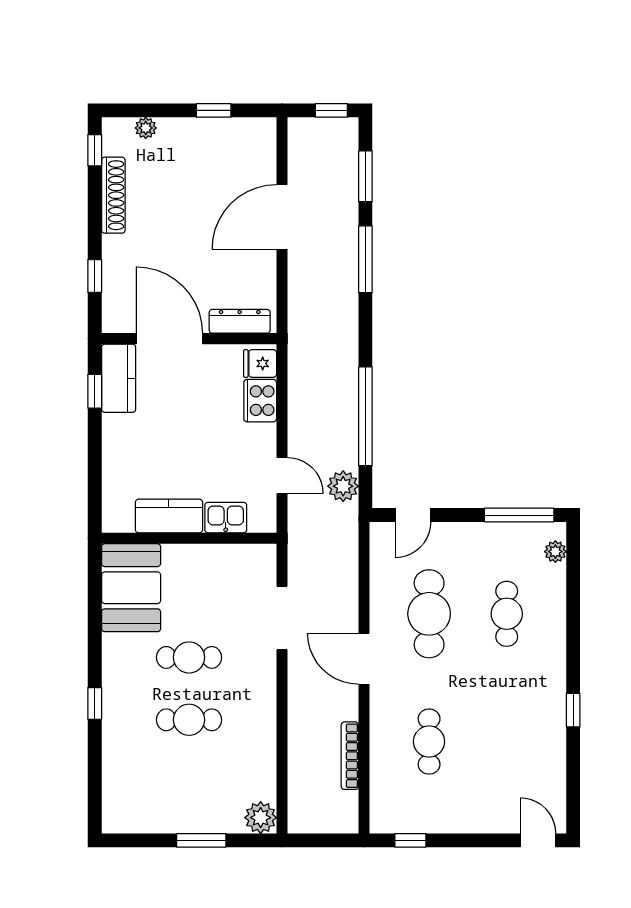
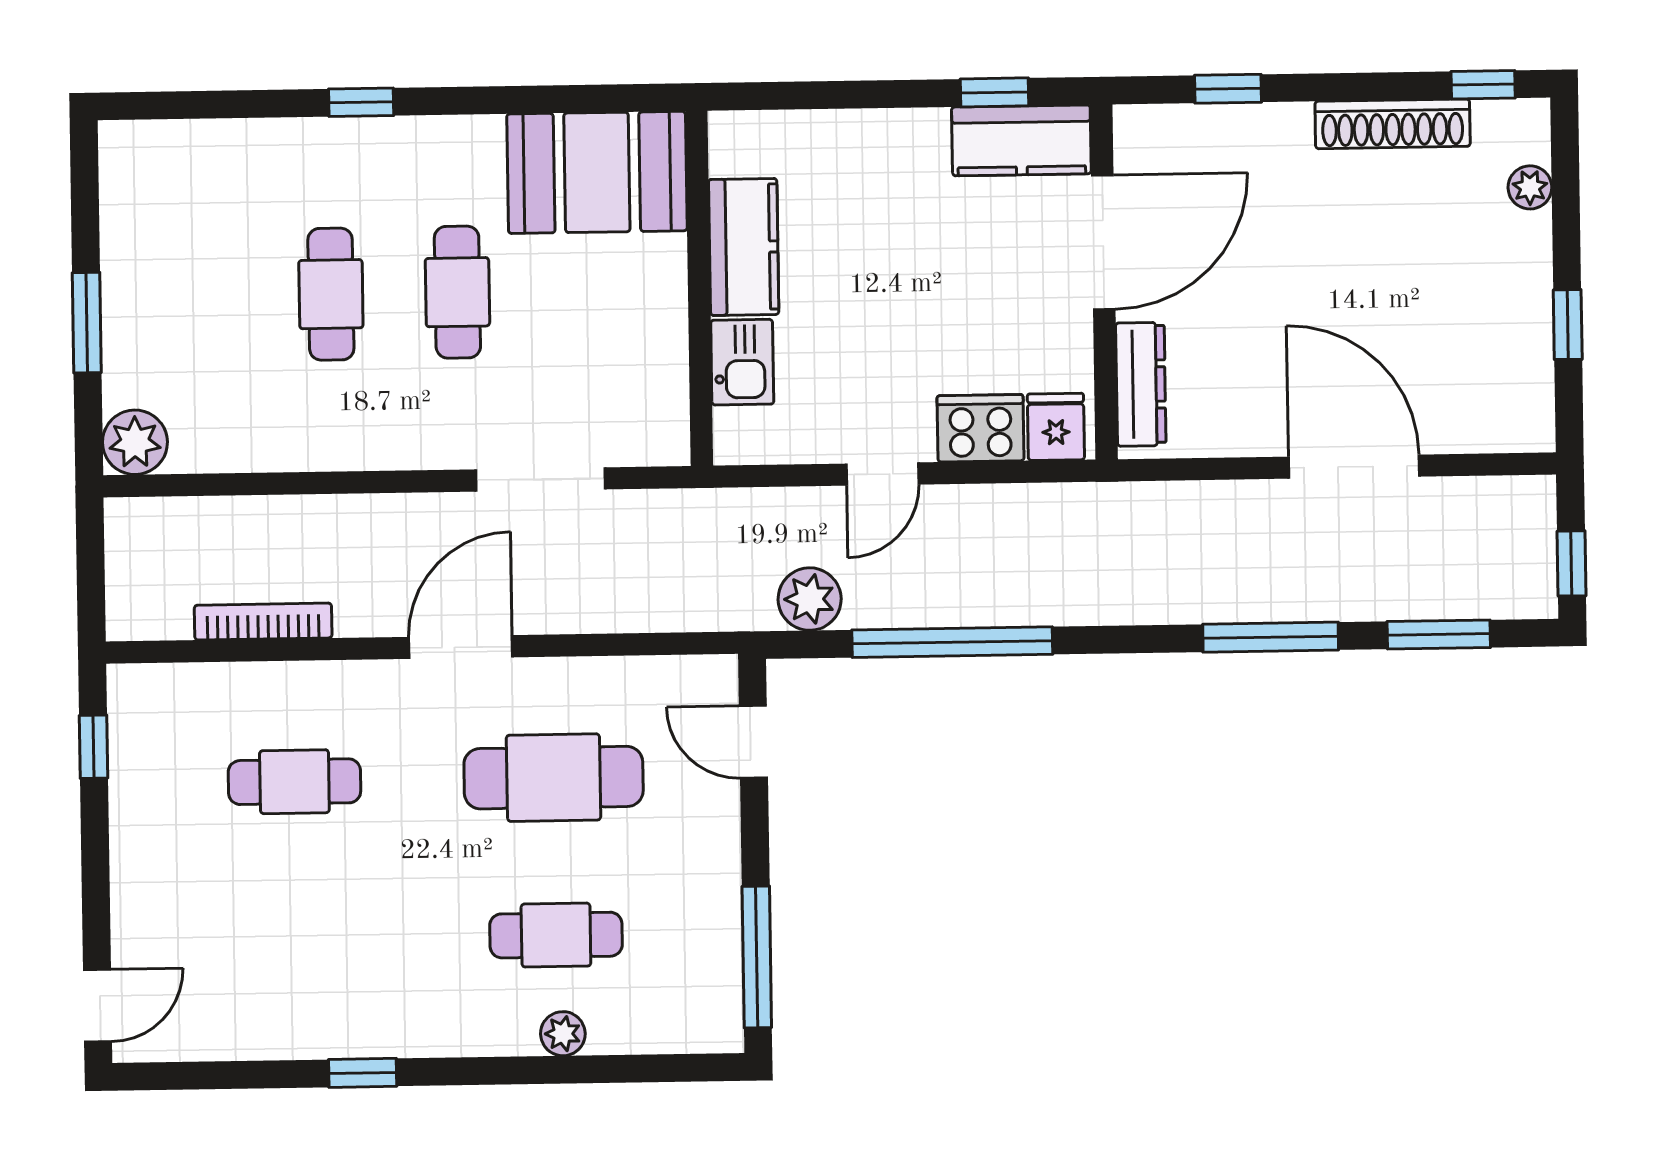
door: (282, 476) -> (882, 474), moved
plant: (555, 552) -> (563, 1034), moved

